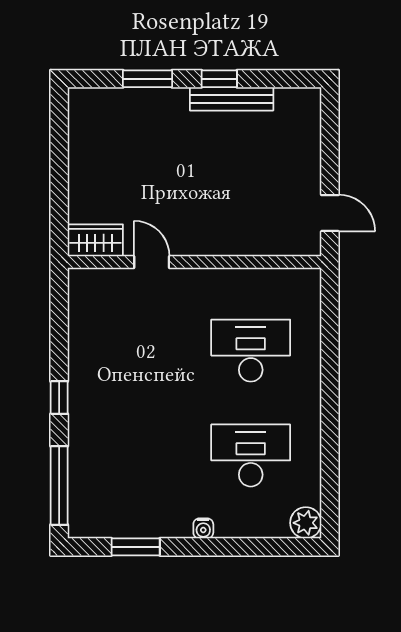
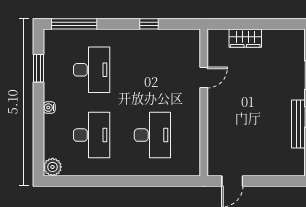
wardrobe: (95, 240) -> (245, 38), moved, turned 90
window: (59, 398) -> (149, 24), moved
desk: (138, 456) -> (92, 70), added

